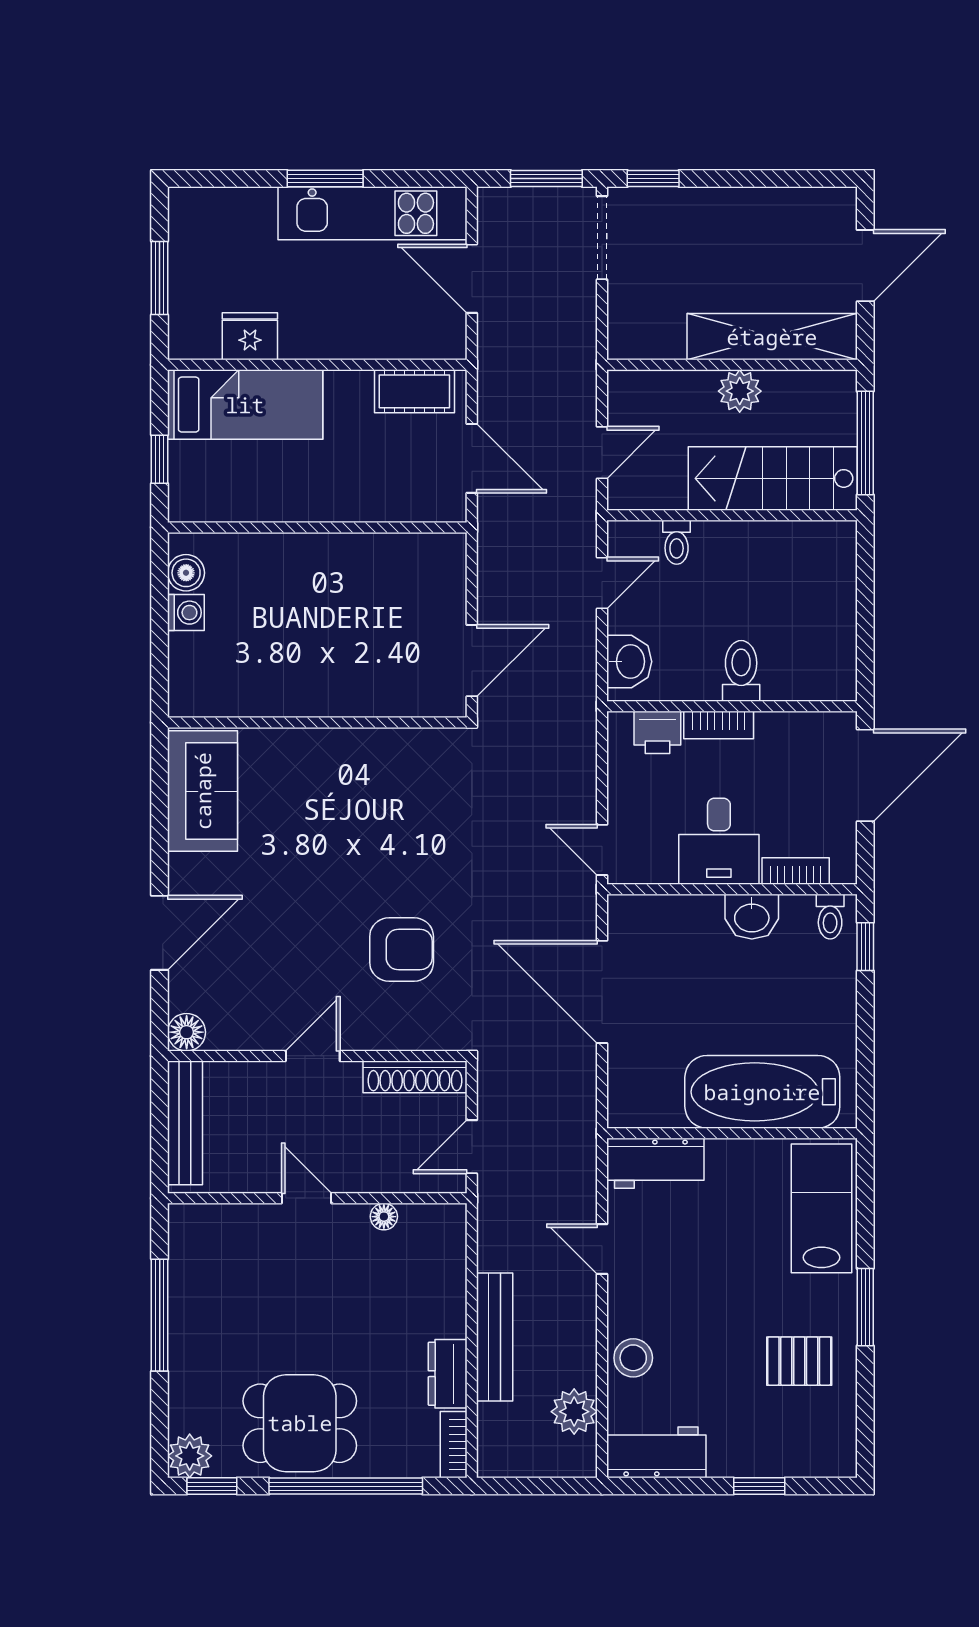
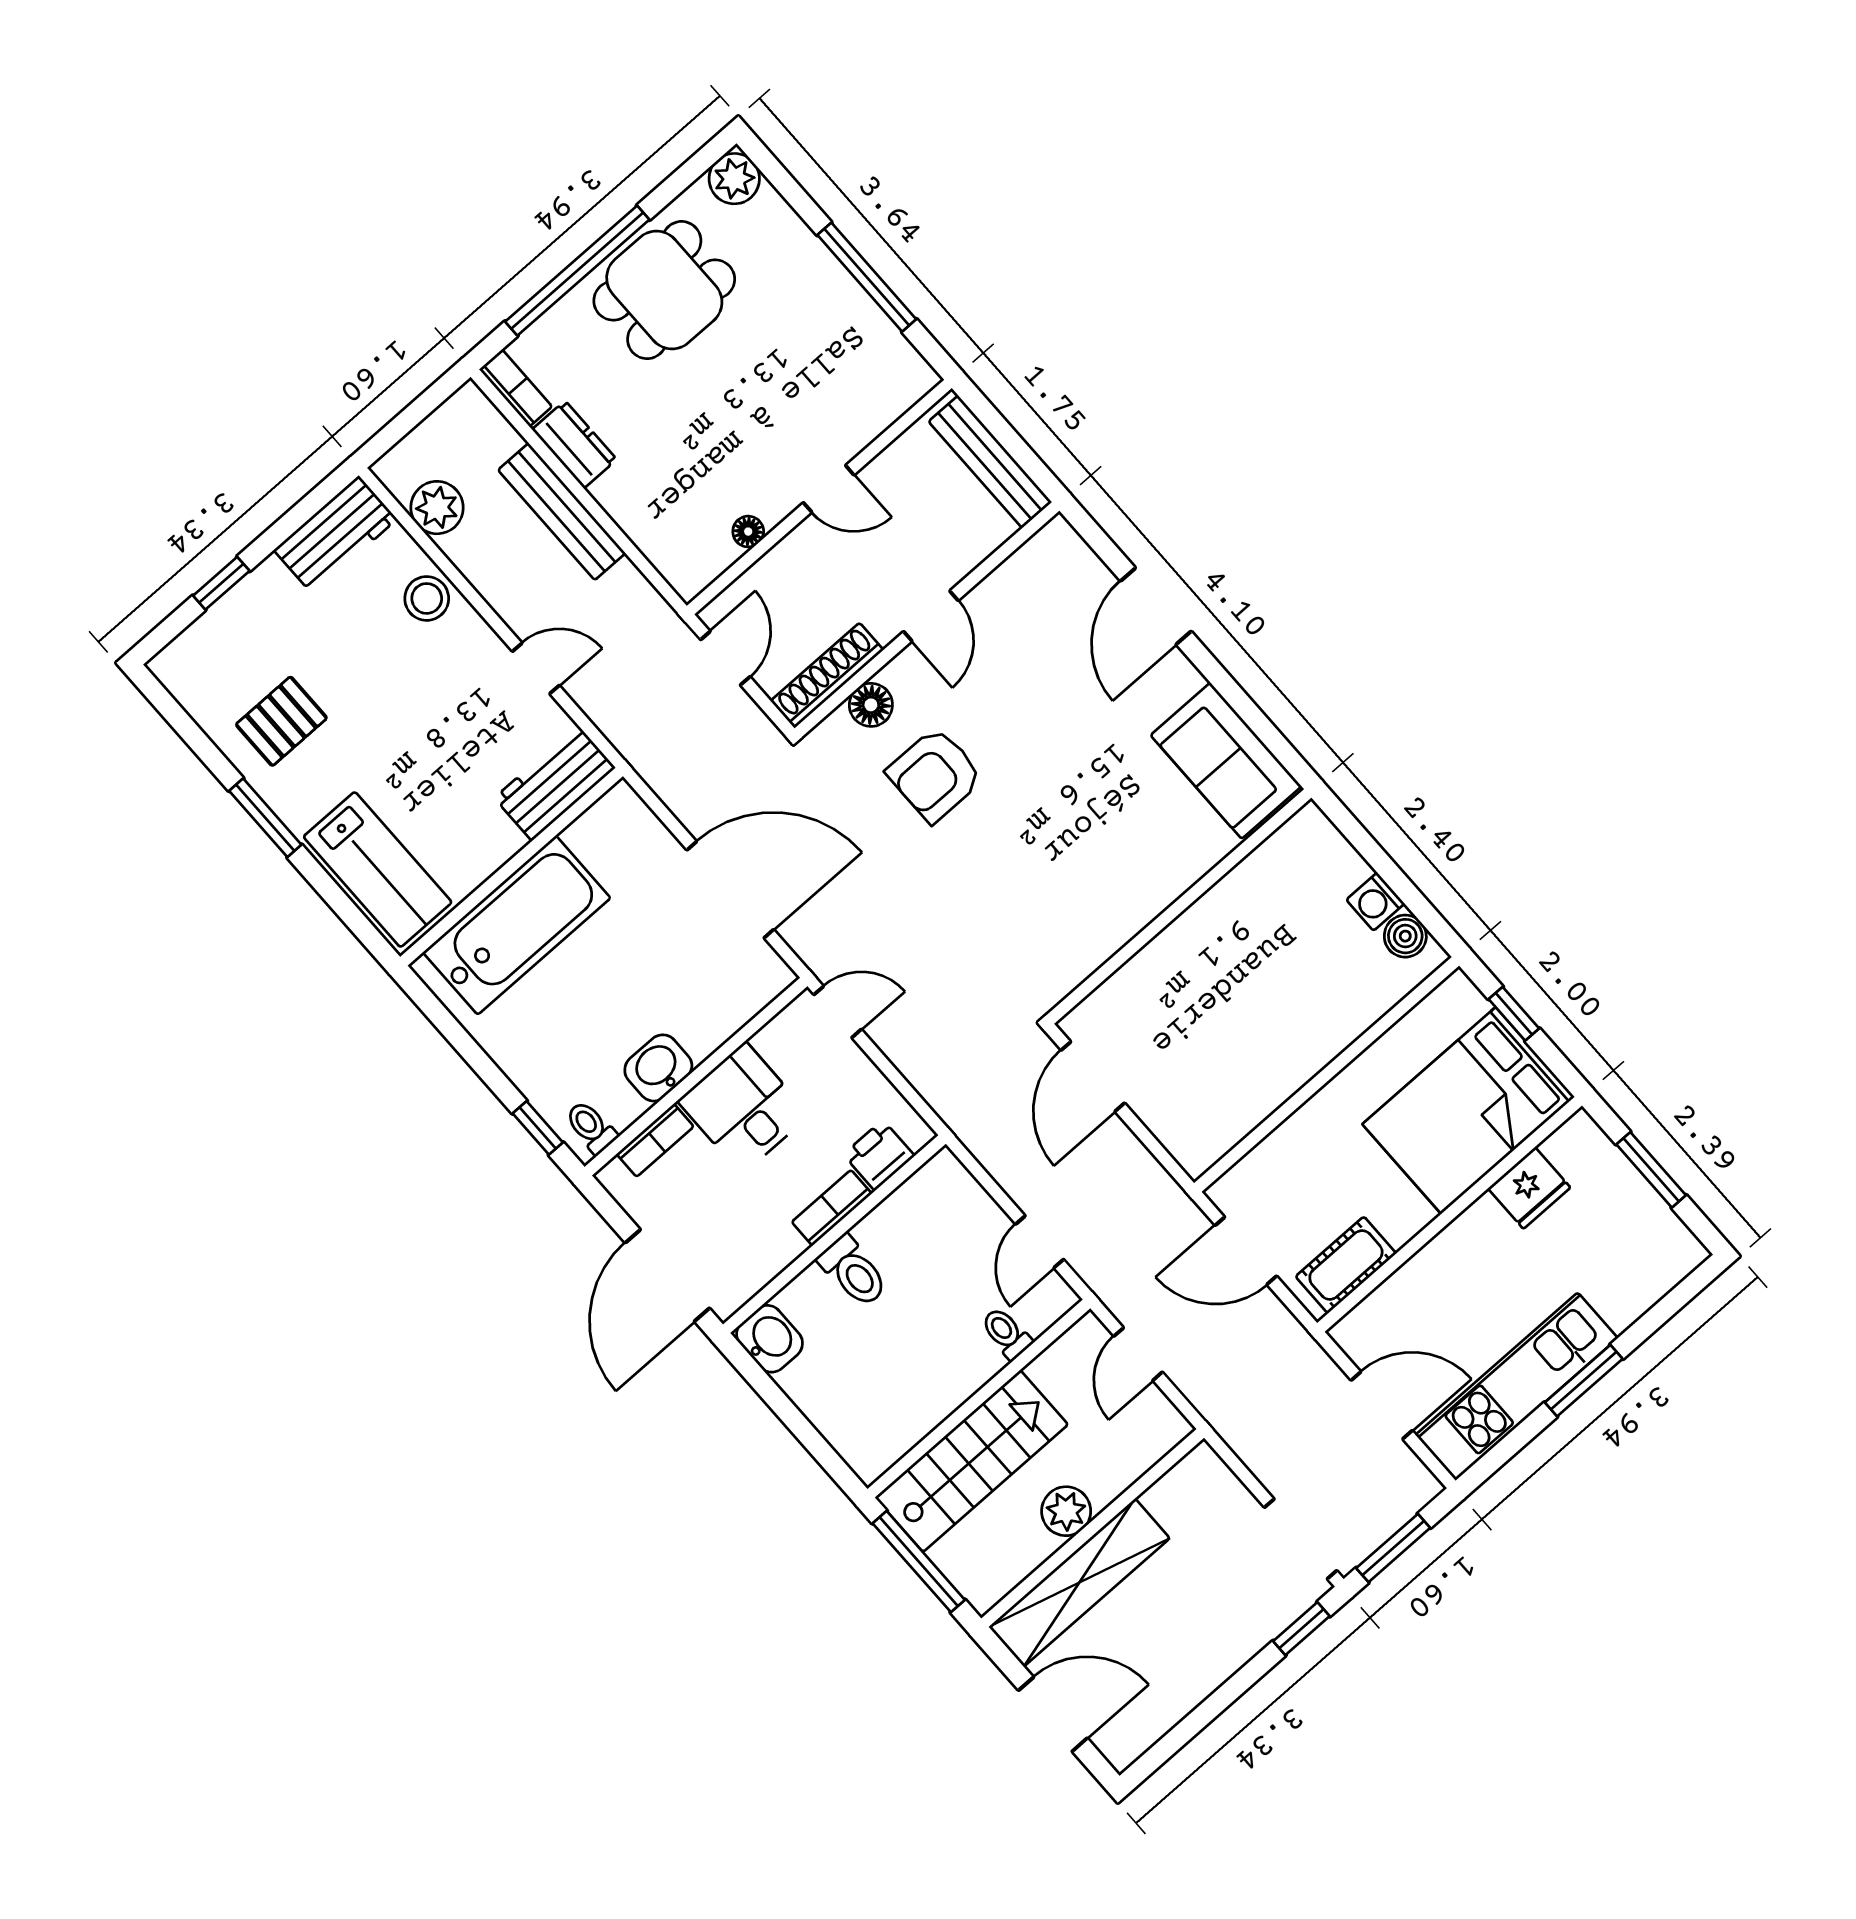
door: (865, 266) -> (1053, 1714), swing flipped
bed: (245, 405) -> (1468, 1111), width x1.50
washbasin: (629, 662) -> (770, 1339), moved, turned 180
floor lamp: (187, 1032) -> (871, 705), moved
window: (212, 1486) -> (692, 169), removed

